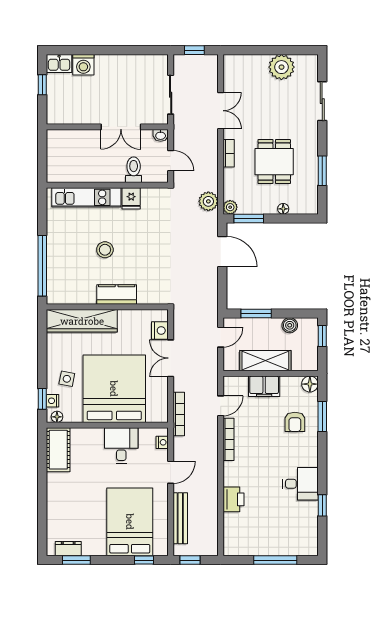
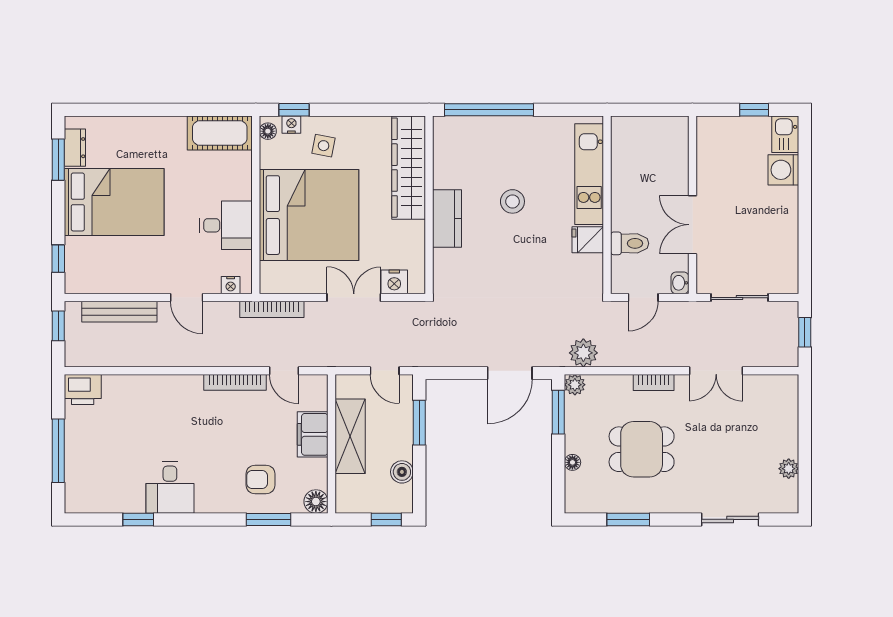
plant: (281, 67) -> (789, 469), width x0.53, depth x0.53
printer: (233, 499) -> (83, 390), moved
bed: (130, 522) -> (114, 202), moved

